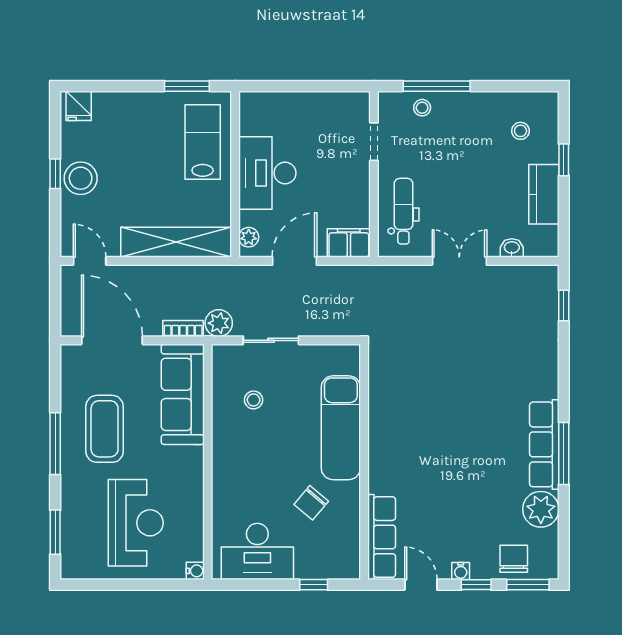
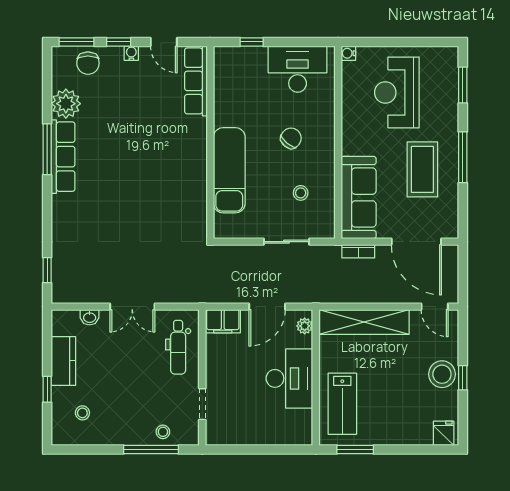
plant: (219, 323) -> (329, 256), removed
chair: (311, 503) -> (291, 138), moved

